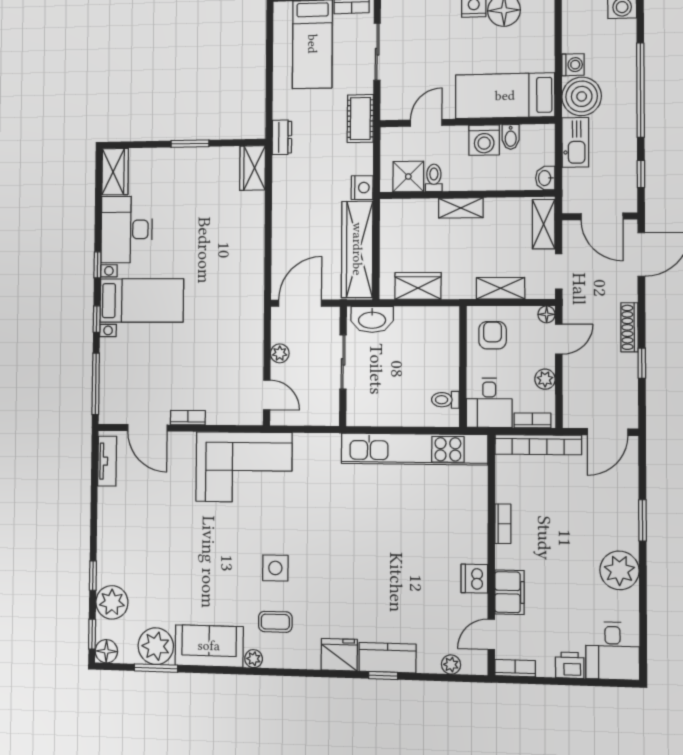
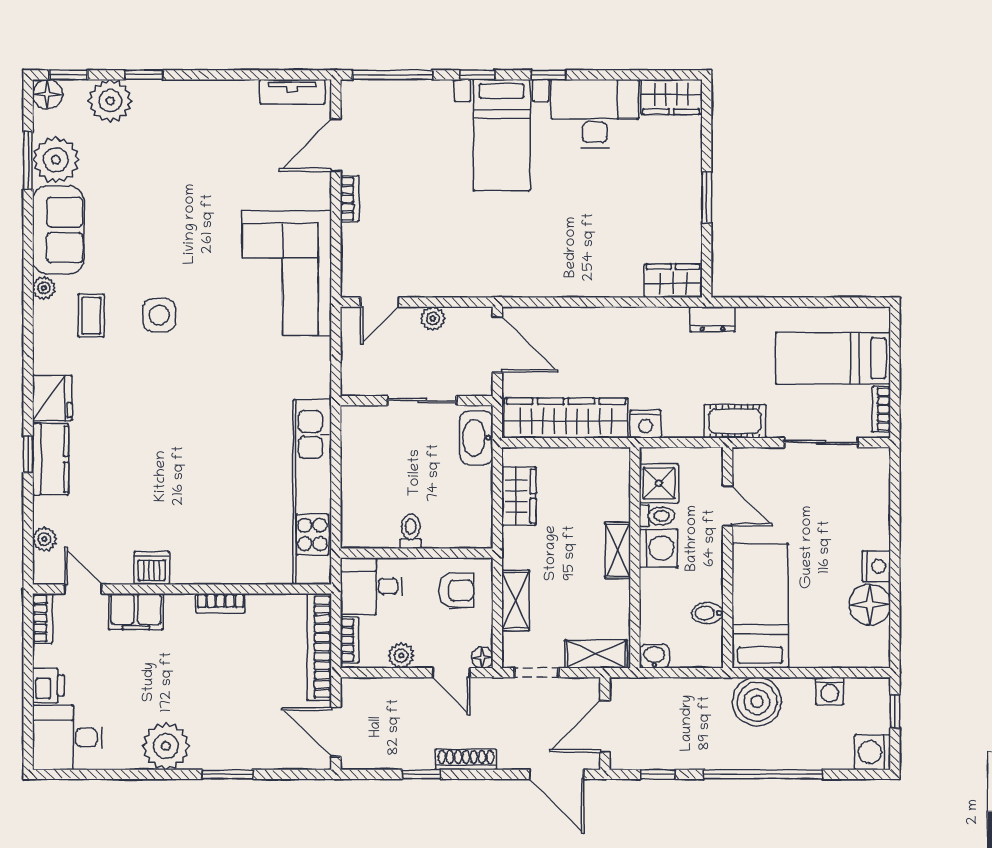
washing machine: (573, 65) -> (830, 691), moved
washing machine: (484, 140) -> (659, 548), moved, turned 180
kitchen sink: (575, 142) -> (699, 694), removed
toilet: (445, 400) -> (411, 531), moved

